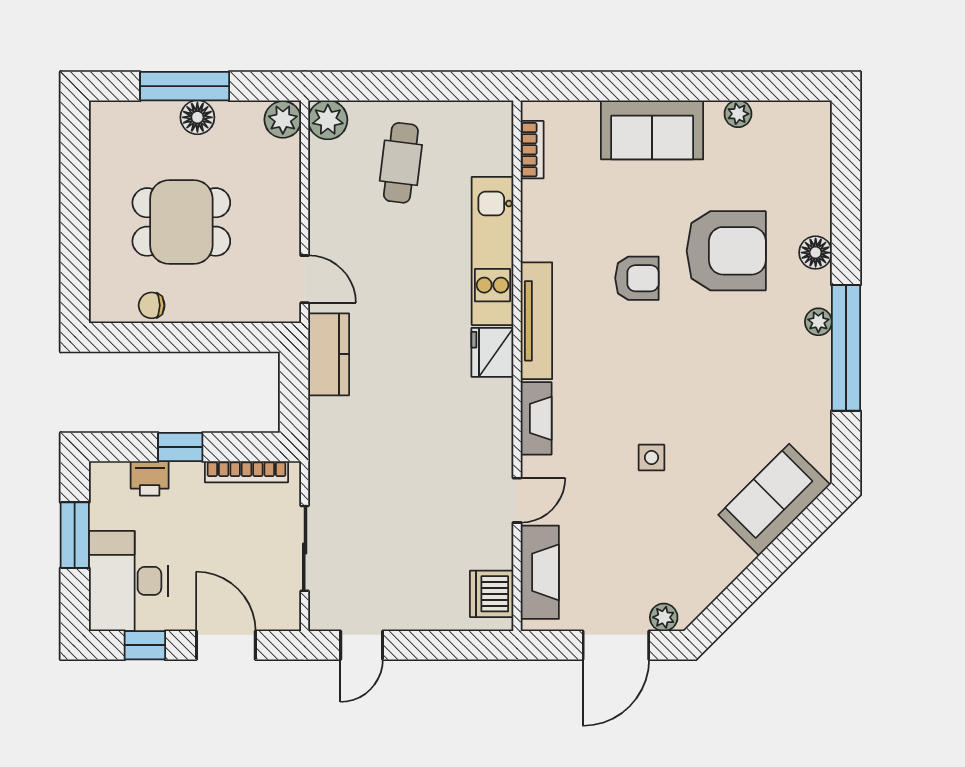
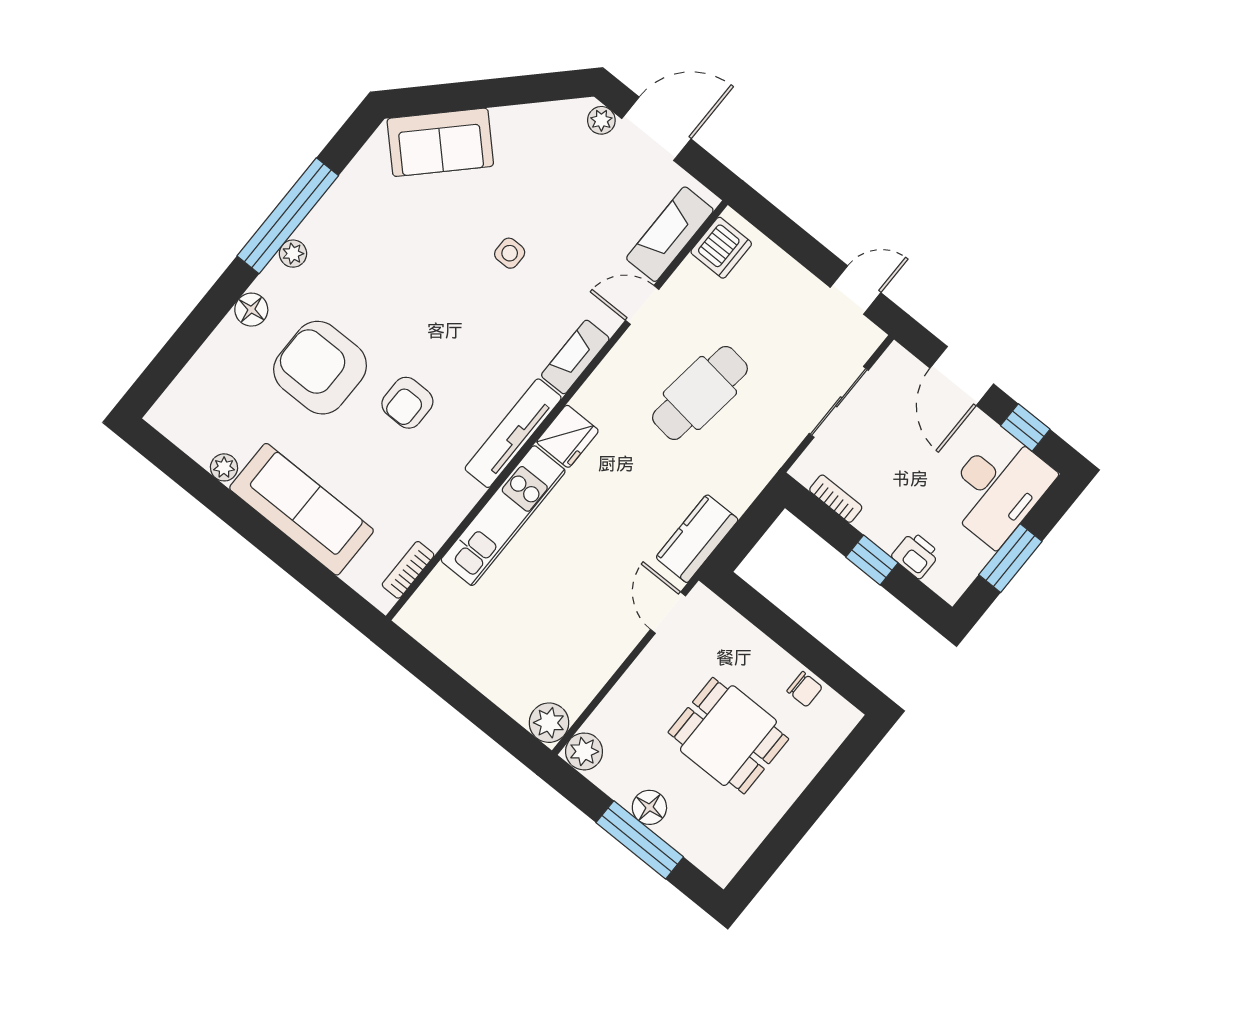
sofa: (652, 130) -> (301, 509), width x1.36
cafe table: (401, 163) -> (700, 393), moved, width x1.37, depth x1.35
armchair: (637, 278) -> (407, 403), turned -90
bookcase: (246, 472) -> (836, 499), width x0.64

